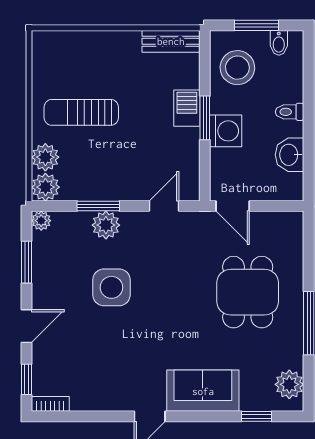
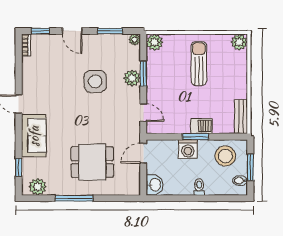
washbasin: (290, 155) -> (155, 185), moved, turned 90
plant: (45, 157) -> (239, 42), moved

